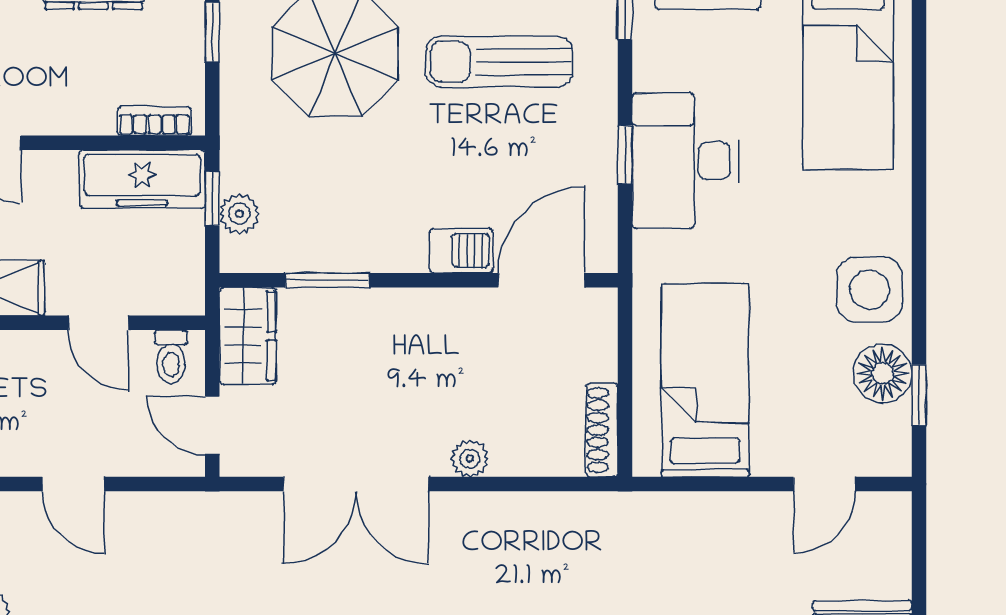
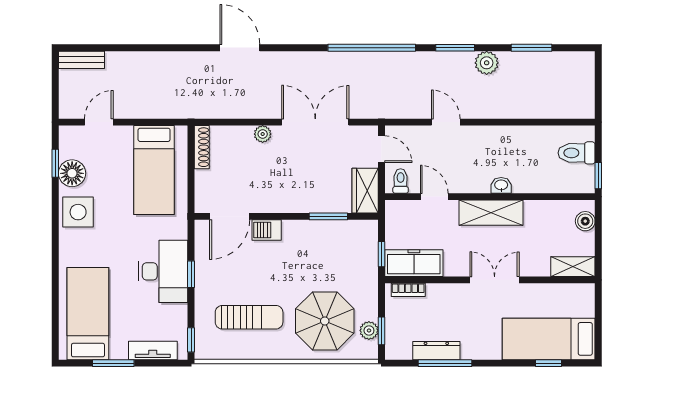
plant: (239, 214) -> (369, 331), moved

